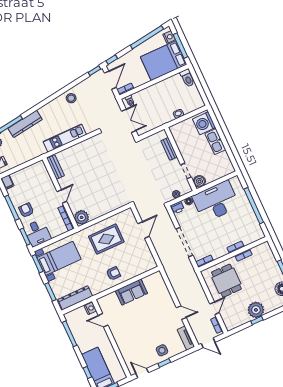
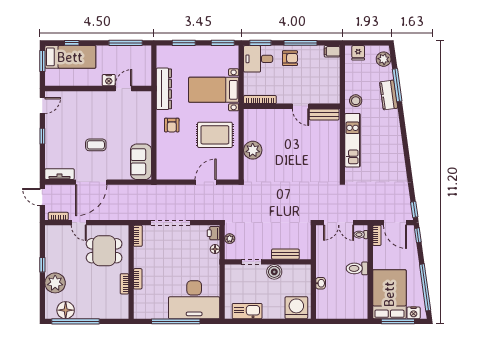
toilet: (187, 78) -> (357, 268), moved
stool: (71, 98) -> (356, 101), moved
kitchen counter: (25, 124) -> (389, 95), width x0.67
kitchen sink: (215, 142) -> (247, 311), moved
boiler: (199, 181) -> (274, 272), moved
door: (62, 196) -> (301, 106), moved
desk: (216, 201) -> (194, 300), moved, turned 90
plant: (82, 217) -> (253, 150), moved
door: (143, 230) -> (206, 182), swing flipped
rug: (106, 239) -> (215, 135), turned 90
bed with nightstands: (59, 258) -> (214, 90), moved, turned 90
sofa: (131, 292) -> (141, 162), moved
dresser: (75, 298) -> (164, 89), moved
nightstand: (90, 308) -> (109, 80), moved
plant: (256, 310) -> (55, 283), moved
door: (181, 313) -> (91, 182), width x1.87
coffee table: (153, 322) -> (96, 145), added
door: (208, 343) -> (42, 197), hinge flipped
side table: (162, 350) -> (58, 140), removed

